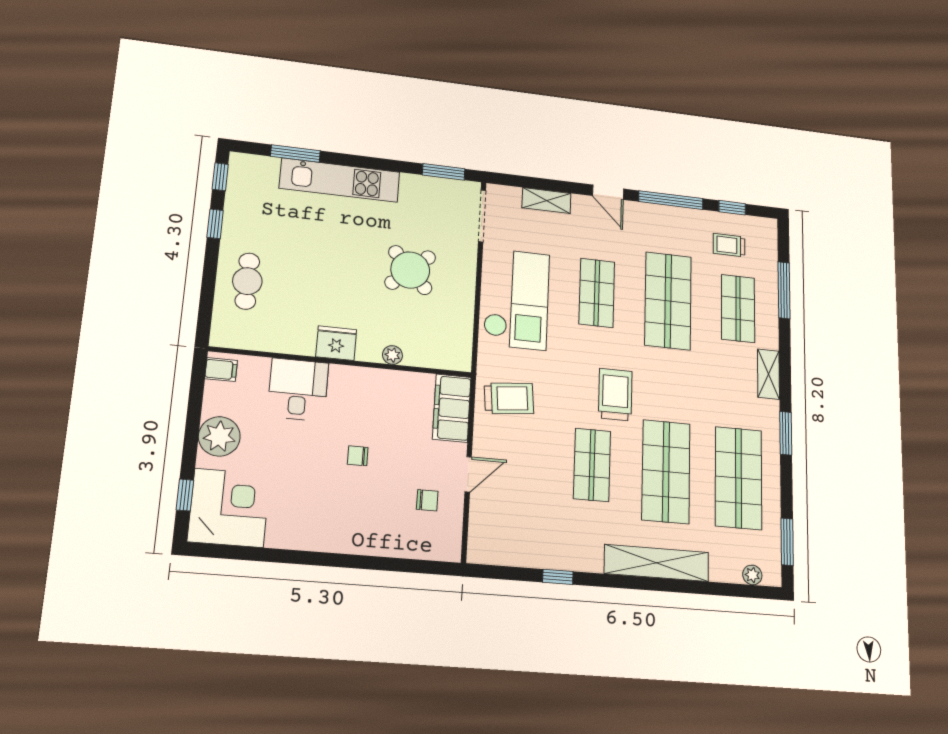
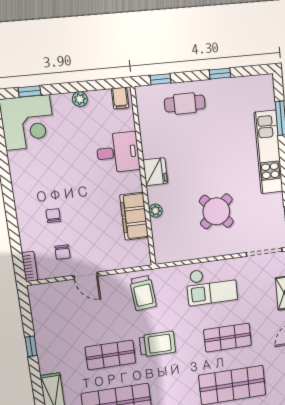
window: (220, 177) -> (161, 79), moved
checkout: (517, 299) -> (212, 286), width x0.73, depth x0.83
trolley: (615, 395) -> (157, 344), moved
filing cabinet: (452, 408) -> (134, 216), moved, turned -90
plant: (219, 436) -> (80, 99), width x0.53, depth x0.53
chair: (358, 456) -> (53, 216), moved
bookcase: (439, 552) -> (30, 266), added

